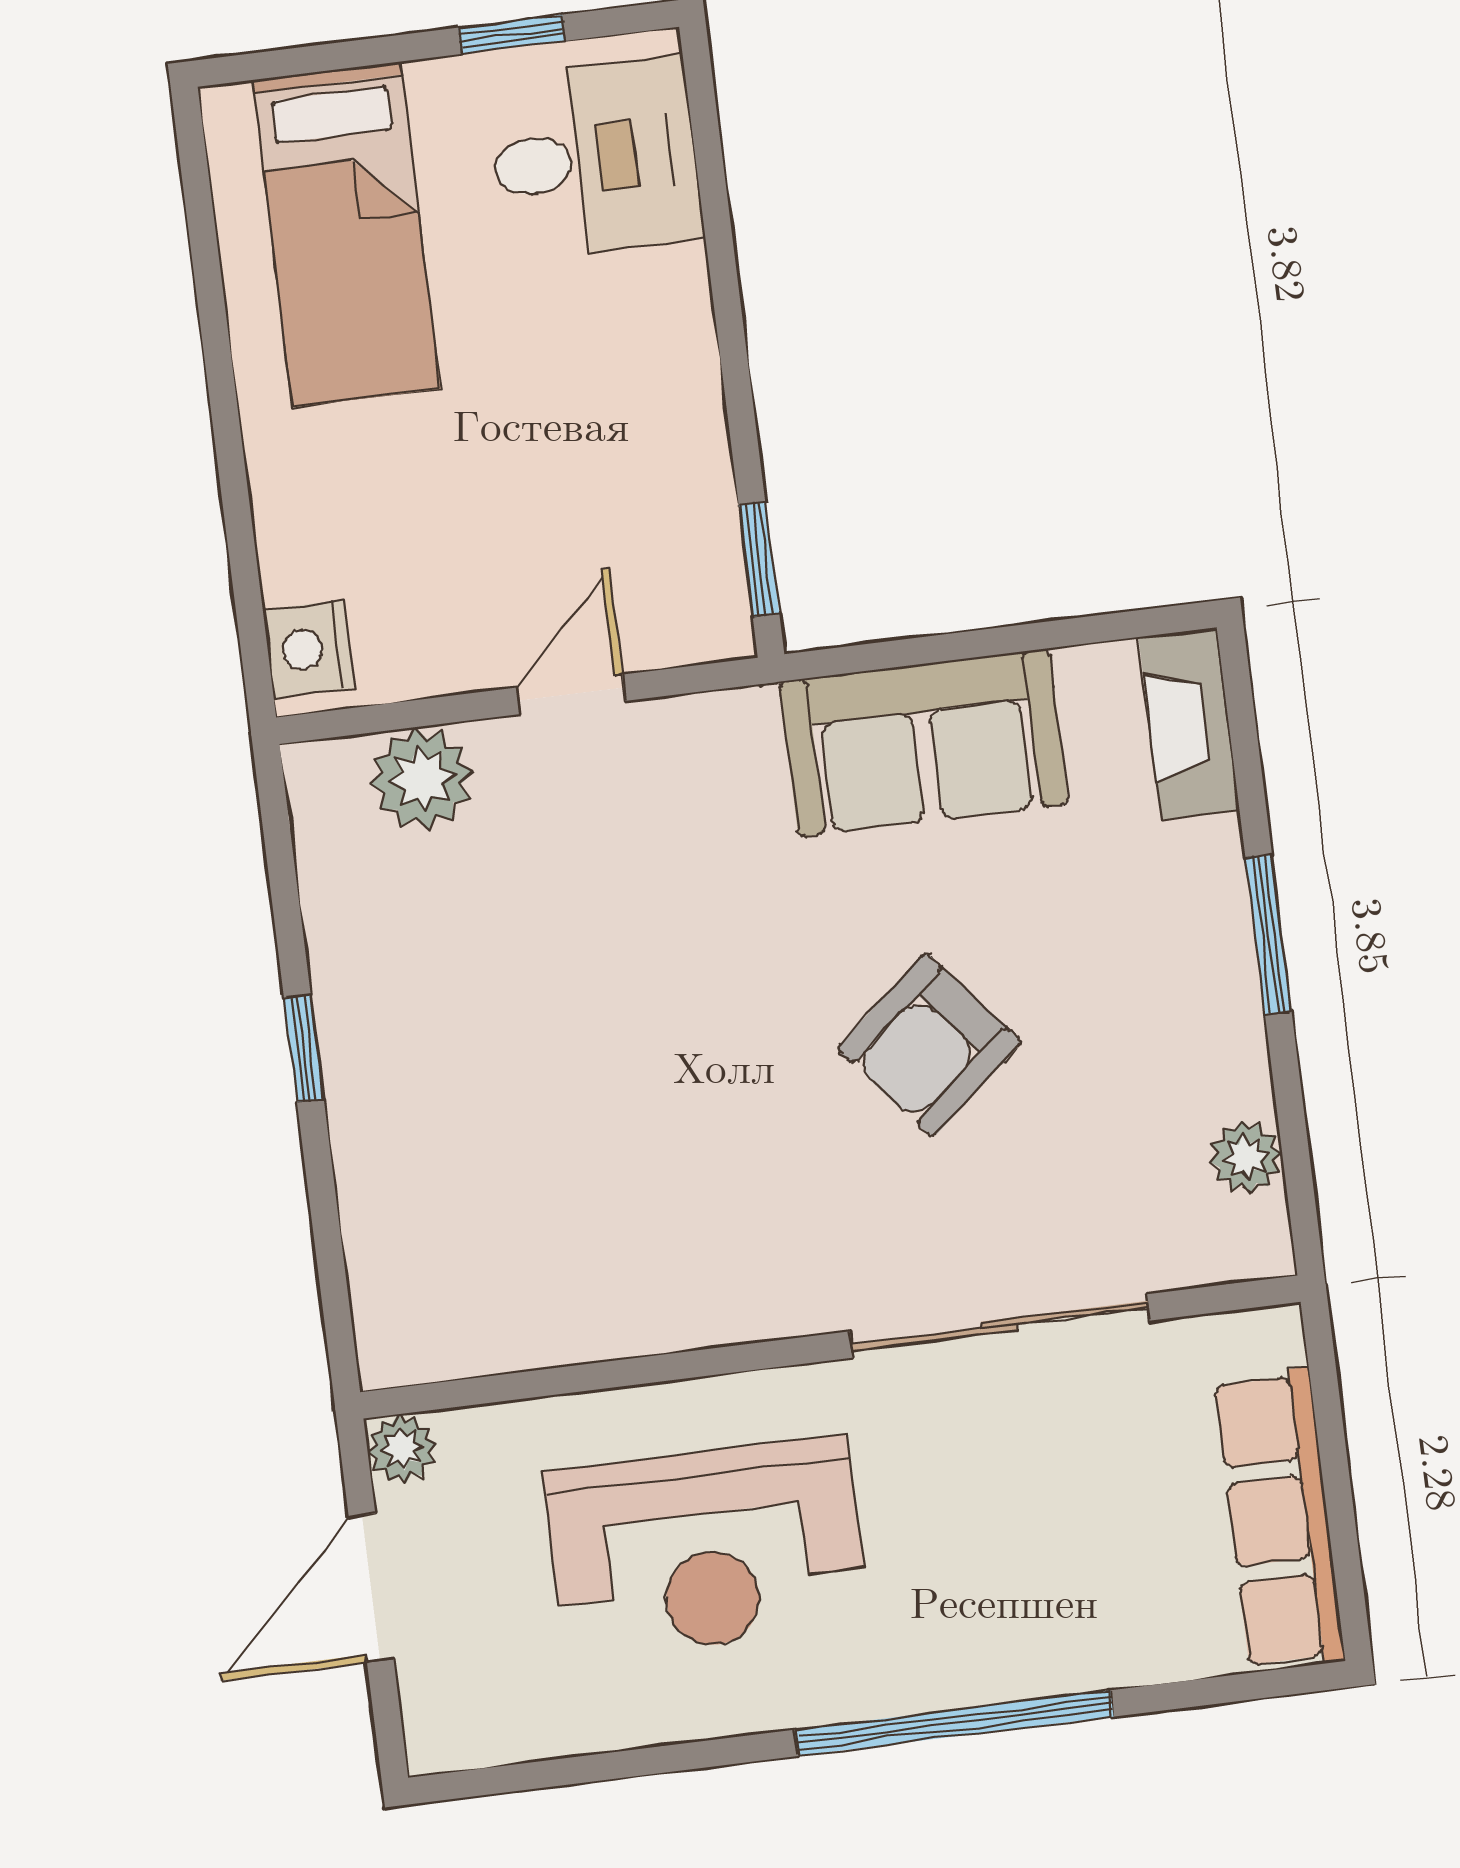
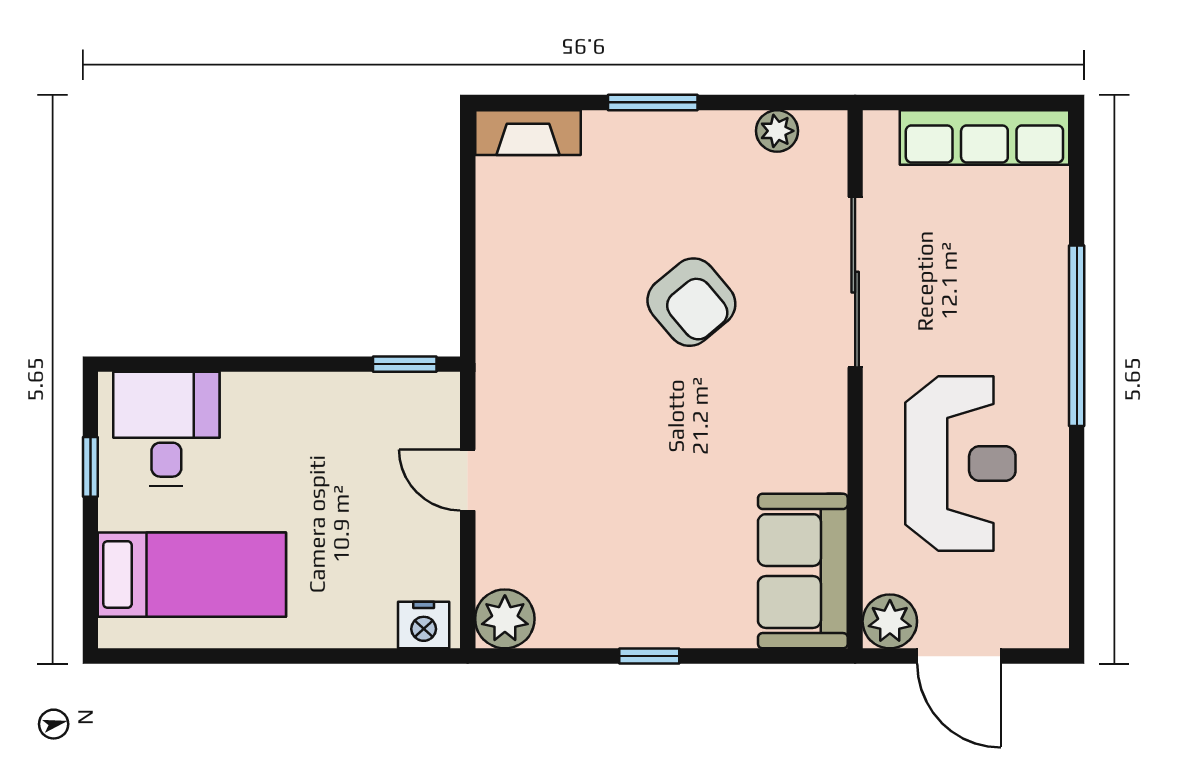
sofa: (924, 743) -> (803, 571), moved, turned 180
plant: (422, 778) -> (505, 619), moved
plant: (402, 1449) -> (890, 621), width x1.38, depth x1.38

